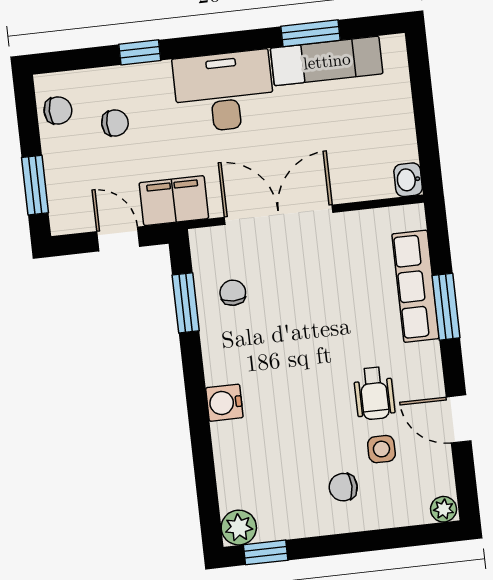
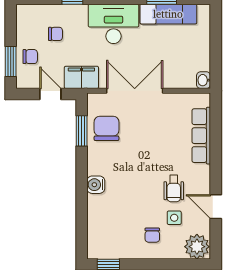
chair: (58, 110) -> (30, 57), moved
chair: (233, 293) -> (106, 128), width x1.87, depth x1.87
window: (446, 307) -> (216, 148), removed
chair: (343, 487) -> (152, 235), turned -90
plant: (444, 509) -> (197, 247), width x1.88, depth x1.88
plant: (239, 528) -> (96, 250), removed

